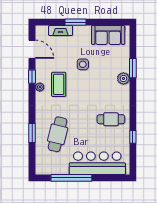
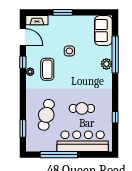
fireplace: (61, 31) -> (37, 20), moved
sofa: (108, 35) -> (103, 31), moved, turned 90
window: (133, 68) -> (115, 54), width x2.11
cafe table: (111, 119) -> (82, 108), moved
window: (32, 133) -> (23, 128), moved

